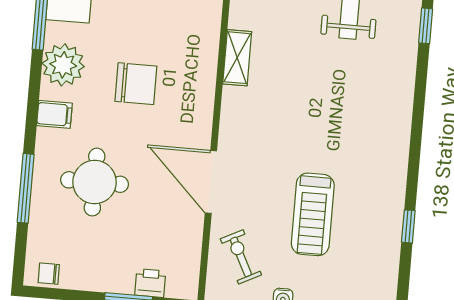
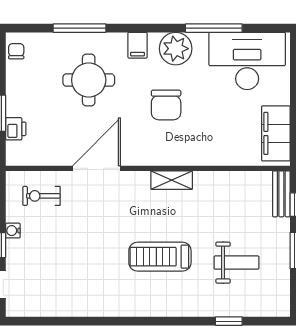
shelving: (237, 58) -> (172, 180), moved
treadmill: (313, 214) -> (160, 257), moved
window: (408, 226) -> (75, 321), removed
exercise bike: (241, 257) -> (41, 196), turned -153

